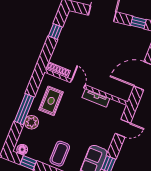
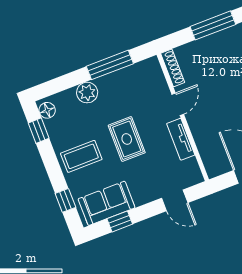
window: (55, 31) -> (213, 25), width x2.17
rug: (51, 101) -> (127, 139), moved, turned 90
window: (24, 109) -> (110, 65), moved

